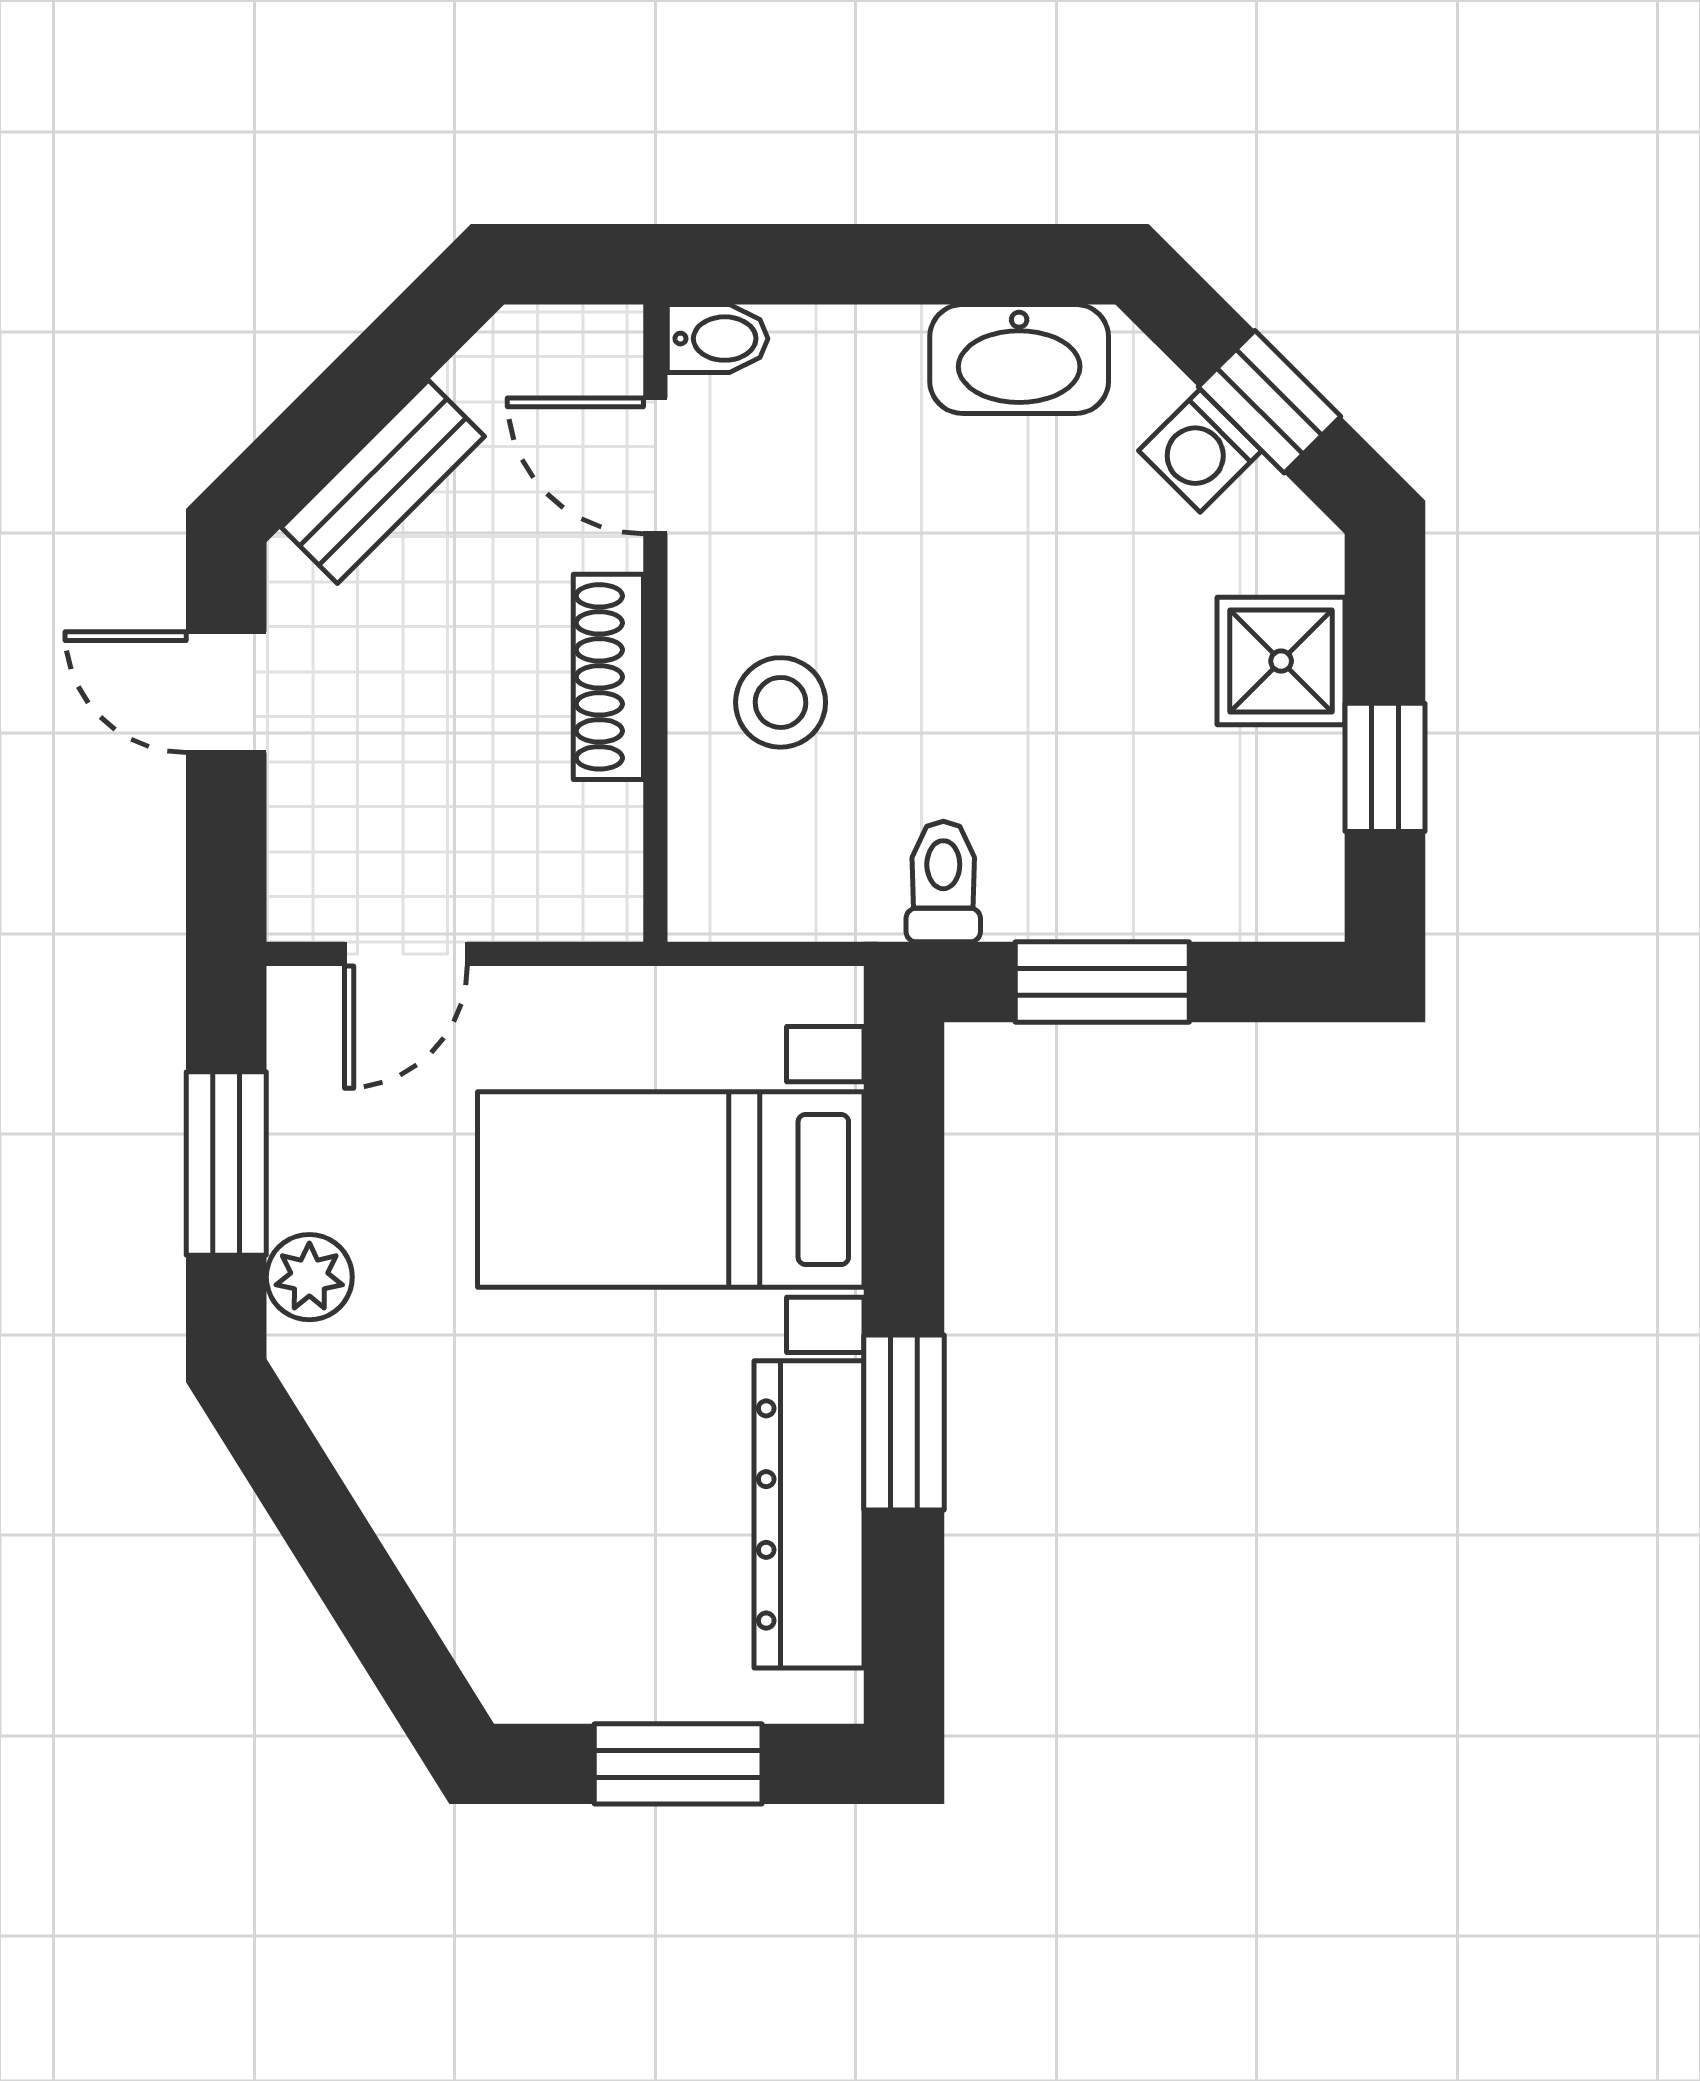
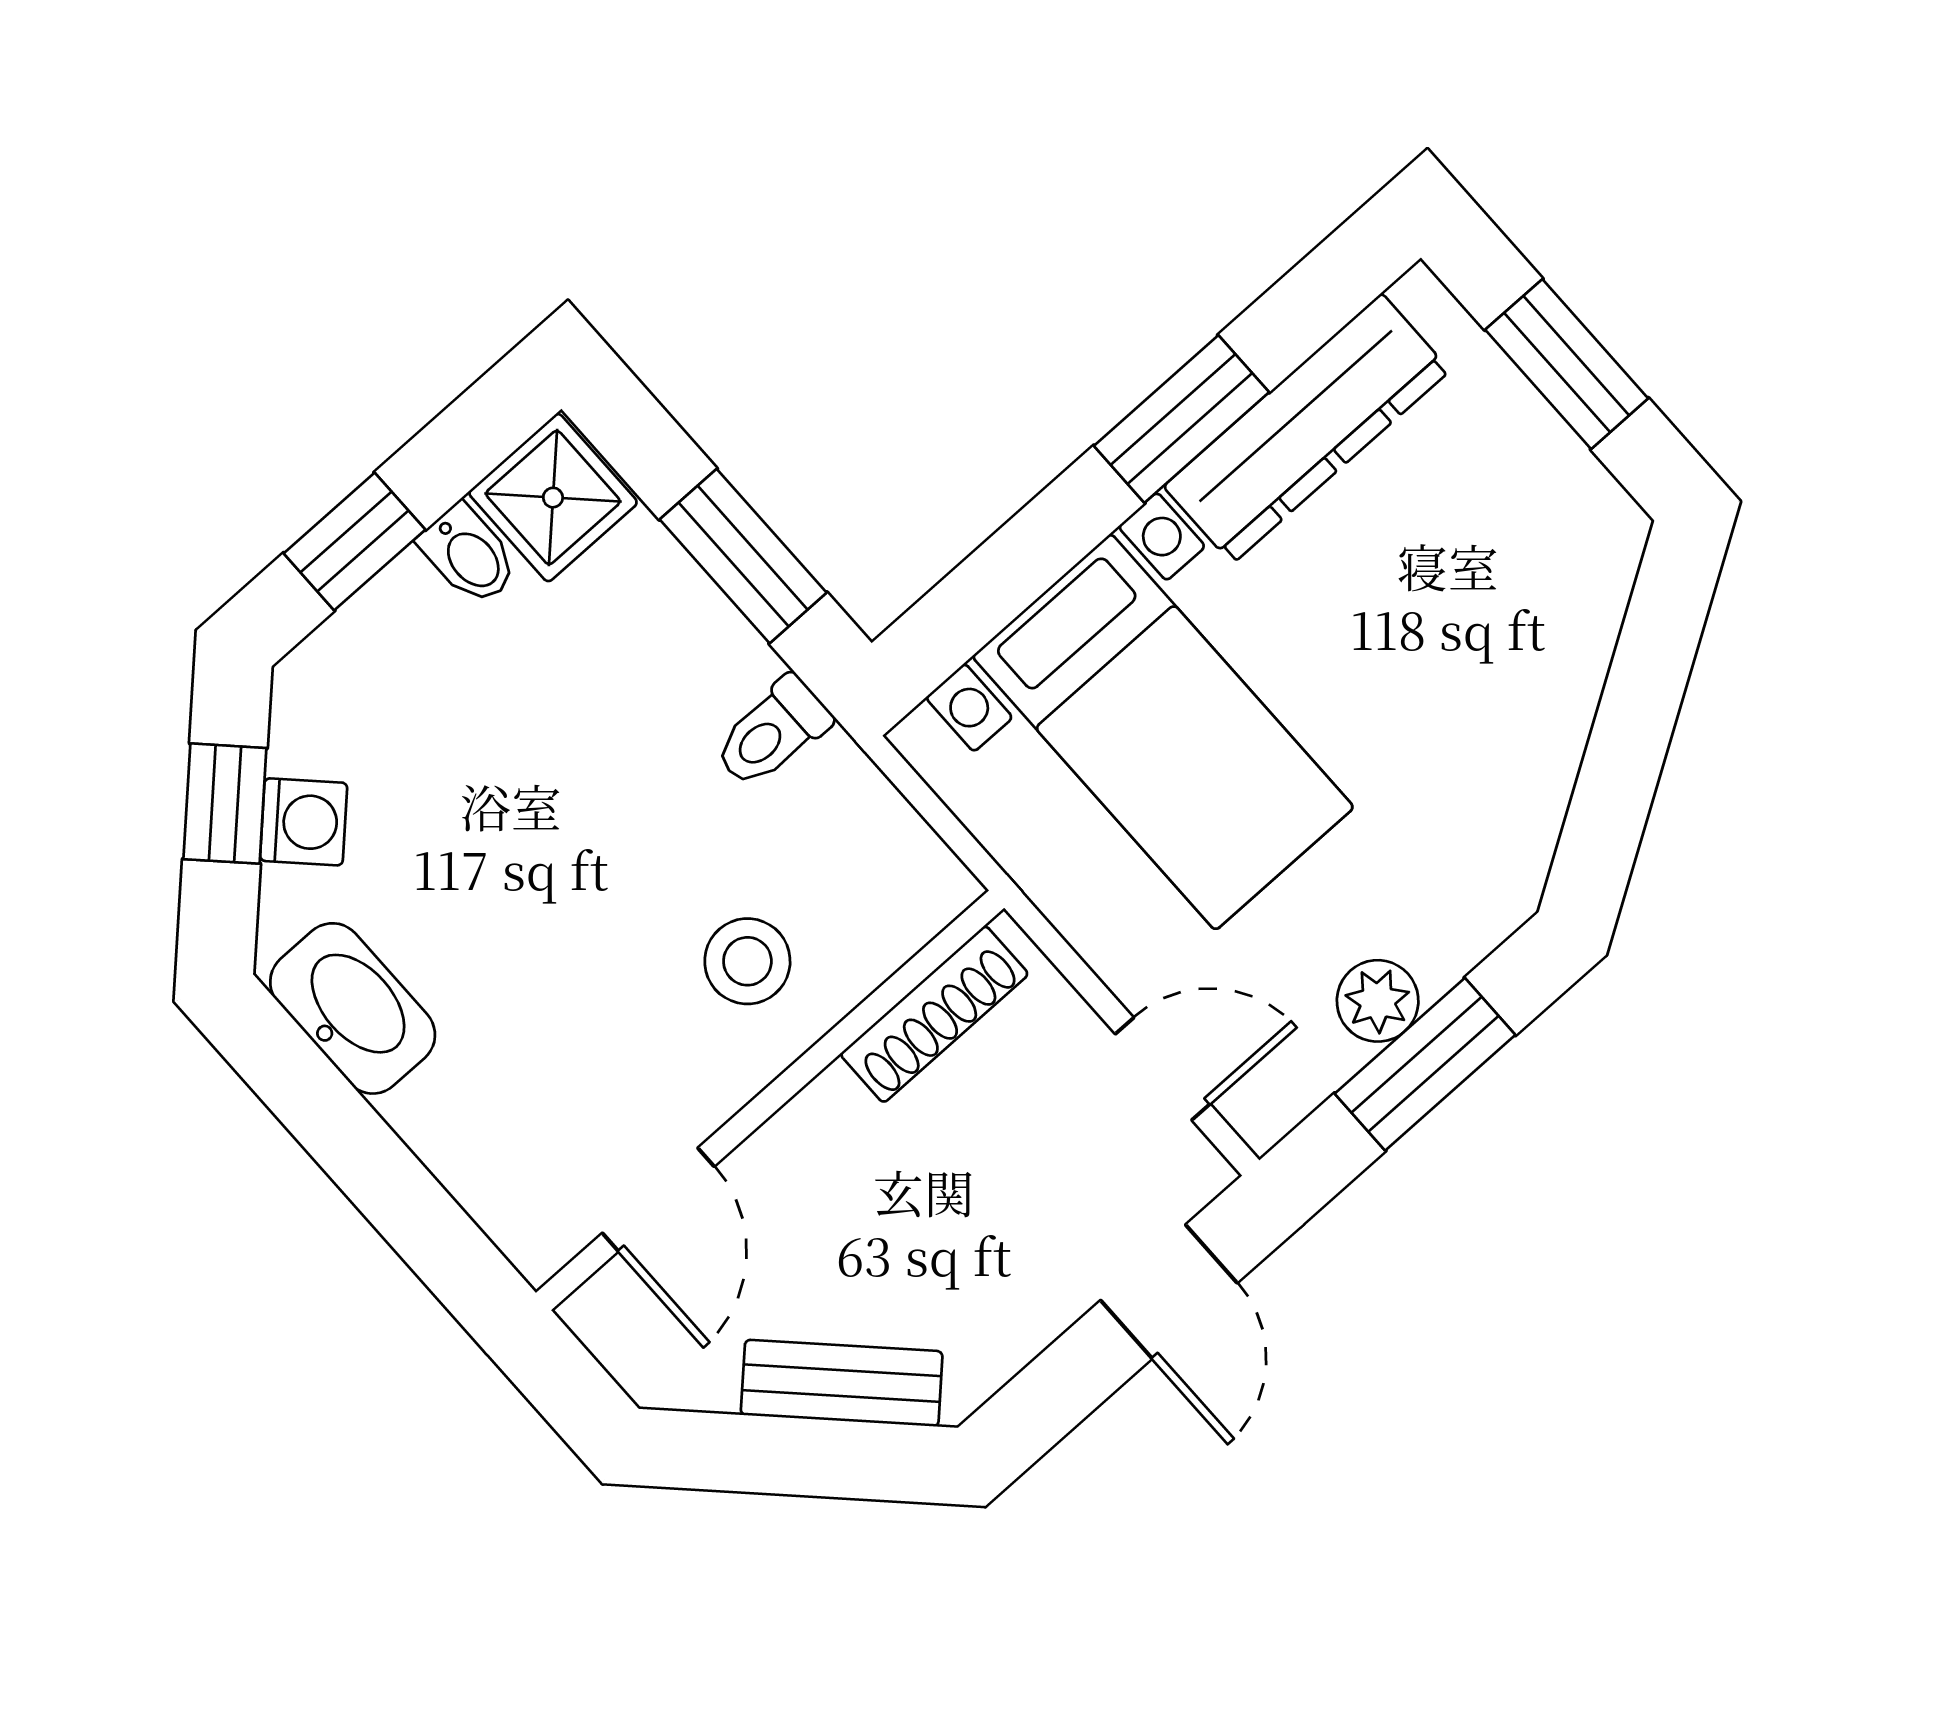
bidet: (718, 339) -> (469, 555), moved, turned 180
shower: (1281, 661) -> (553, 498), moved
shoe rack: (608, 677) -> (934, 1014), moved
door: (226, 692) -> (1169, 1292), moved
window: (1385, 767) -> (354, 542), moved
plant: (309, 1277) -> (1378, 1001), moved

